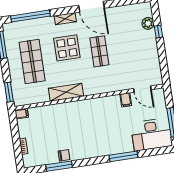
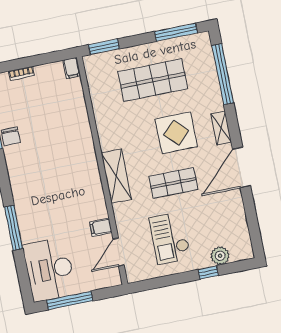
checkout: (135, 55) -> (170, 238), added
shelving: (66, 92) -> (116, 176), moved

